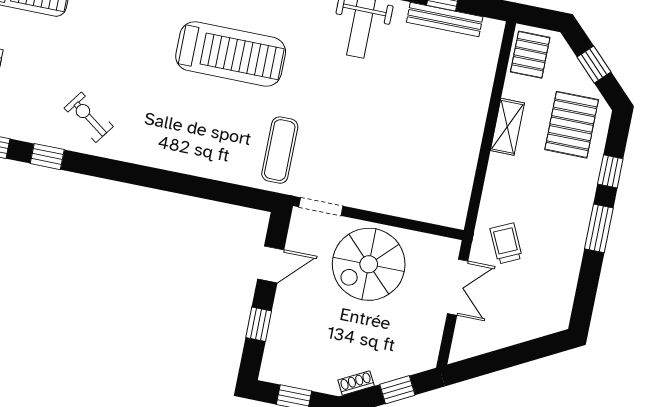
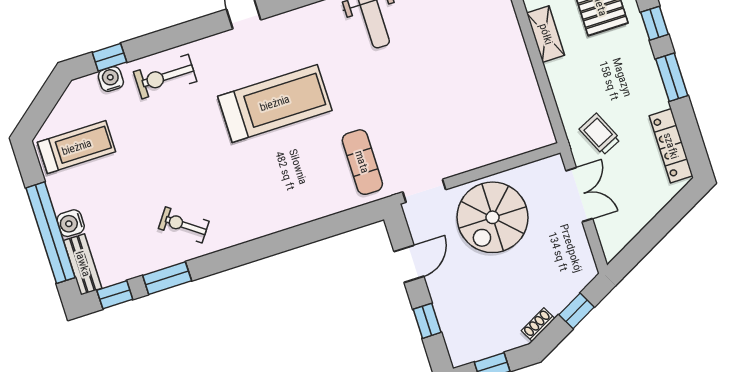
window: (47, 157) -> (167, 278), width x1.50
locker: (564, 289) -> (671, 146), added

